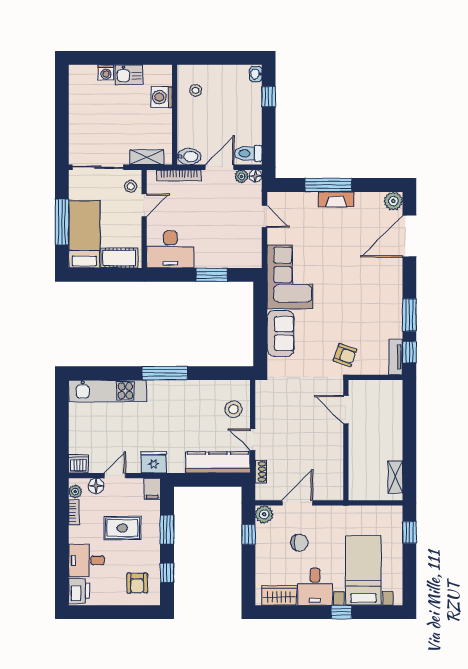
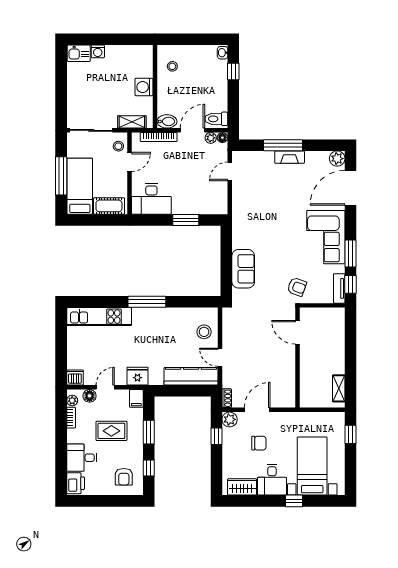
kitchen sink: (129, 75) -> (79, 53), moved
washing machine: (161, 97) -> (144, 87), moved
door: (264, 216) -> (230, 171), swing flipped
corner sofa: (290, 277) -> (326, 237), moved, turned 180
shoe rack: (261, 472) -> (227, 398), moved

